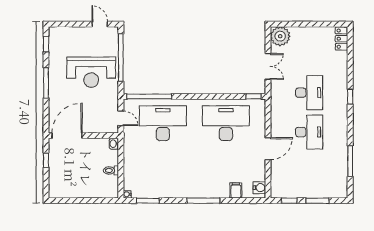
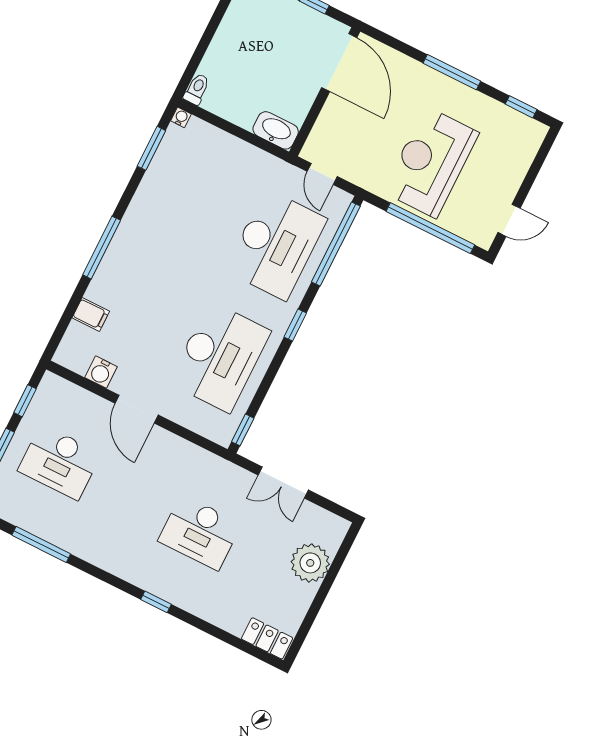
plant: (280, 36) -> (310, 563), moved
window: (195, 96) -> (295, 325), added
door: (121, 118) -> (322, 174), hinge flipped
desk: (309, 132) -> (60, 462), moved
washbasin: (114, 144) -> (276, 130), width x1.91, depth x1.45
toilet: (111, 170) -> (197, 89), moved
water cooler: (259, 188) -> (101, 372), moved

